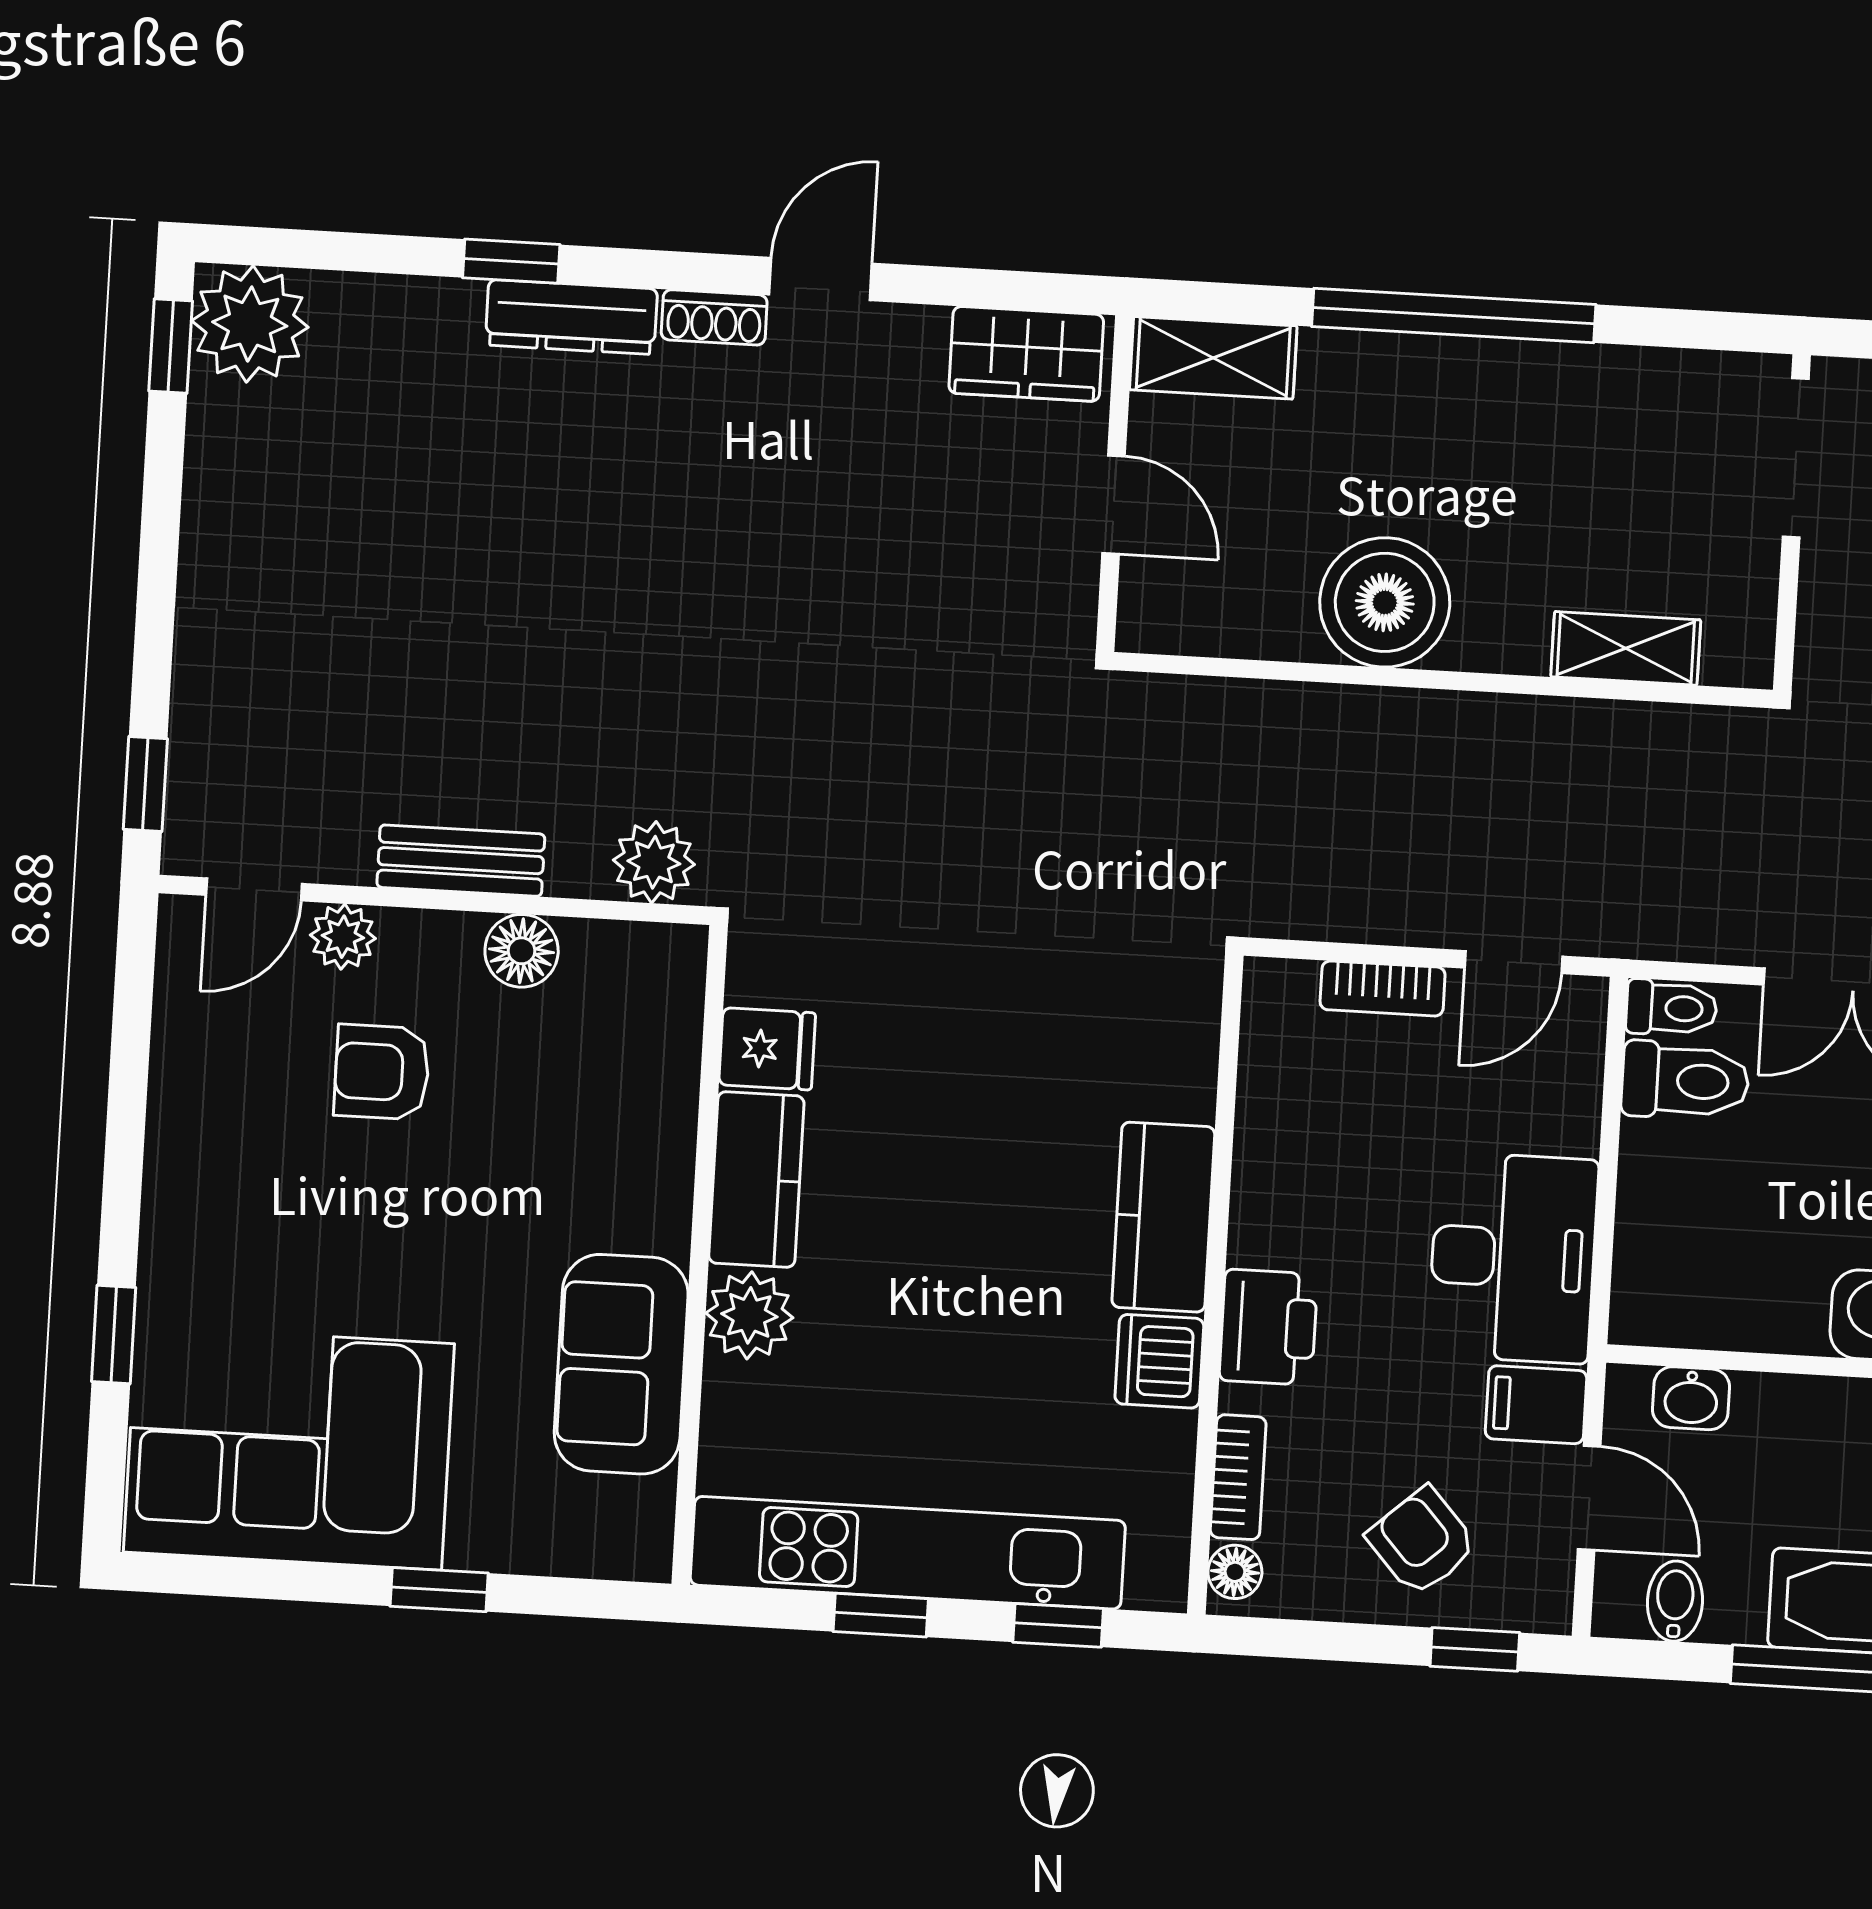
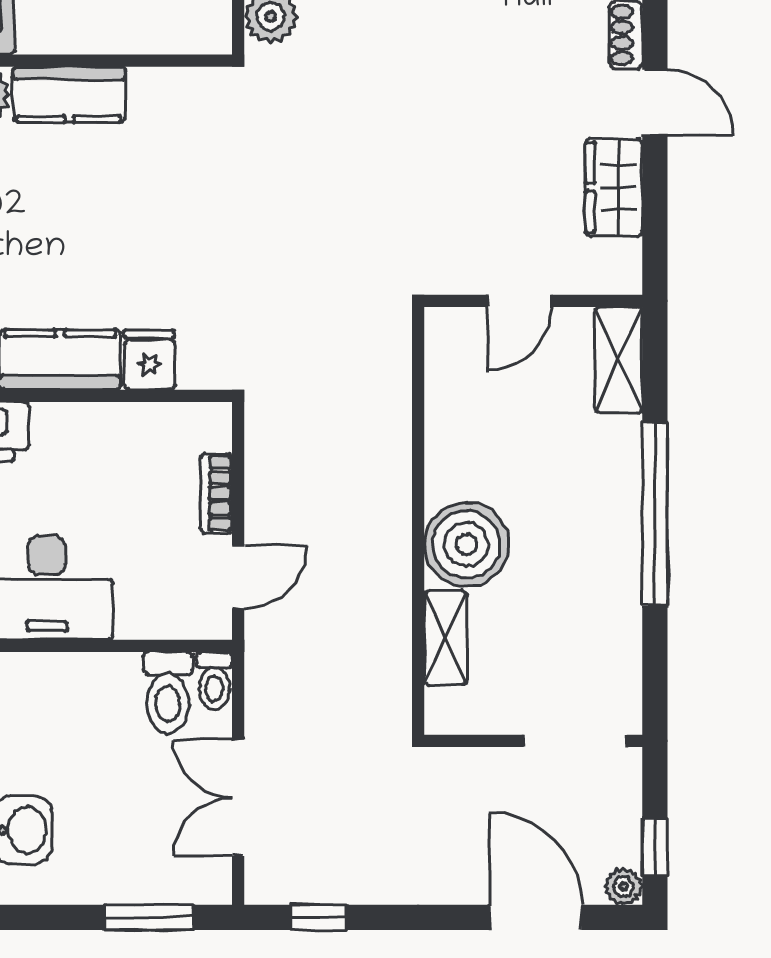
wardrobe: (1026, 354) -> (614, 187), moved
boiler: (1385, 602) -> (466, 544), moved
door: (1513, 962) -> (238, 577), swing flipped
fridge: (767, 1049) -> (149, 360), moved, turned 180

